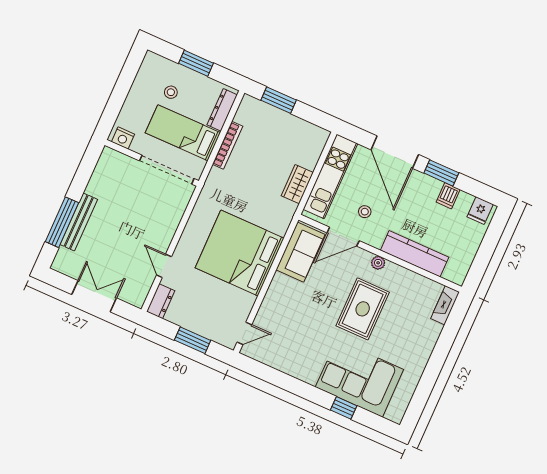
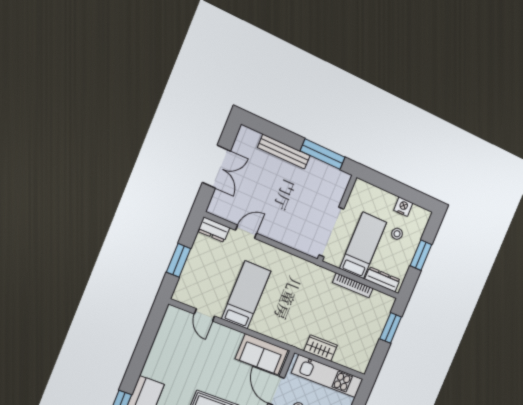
nightstand: (123, 138) -> (403, 207), moved, turned 90
window: (62, 222) -> (323, 154), moved
bed: (240, 253) -> (246, 295), width x0.49
door: (244, 333) -> (205, 315), moved

